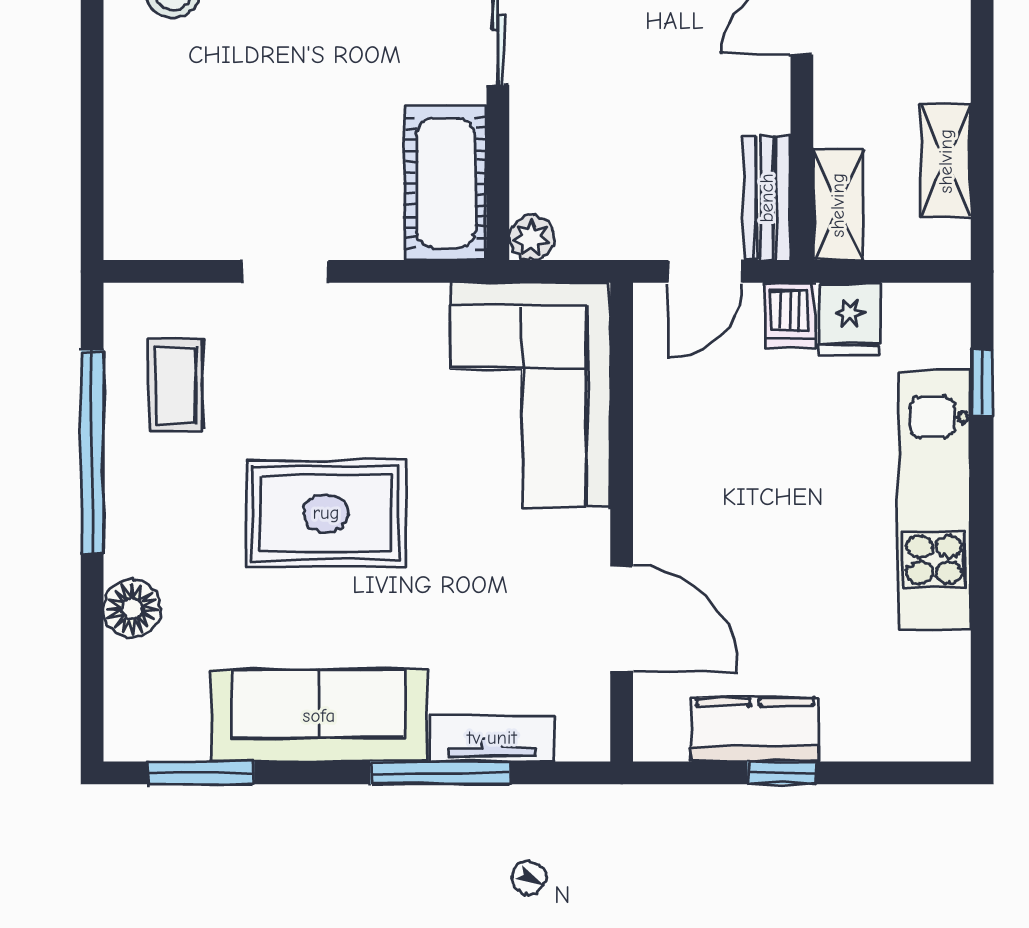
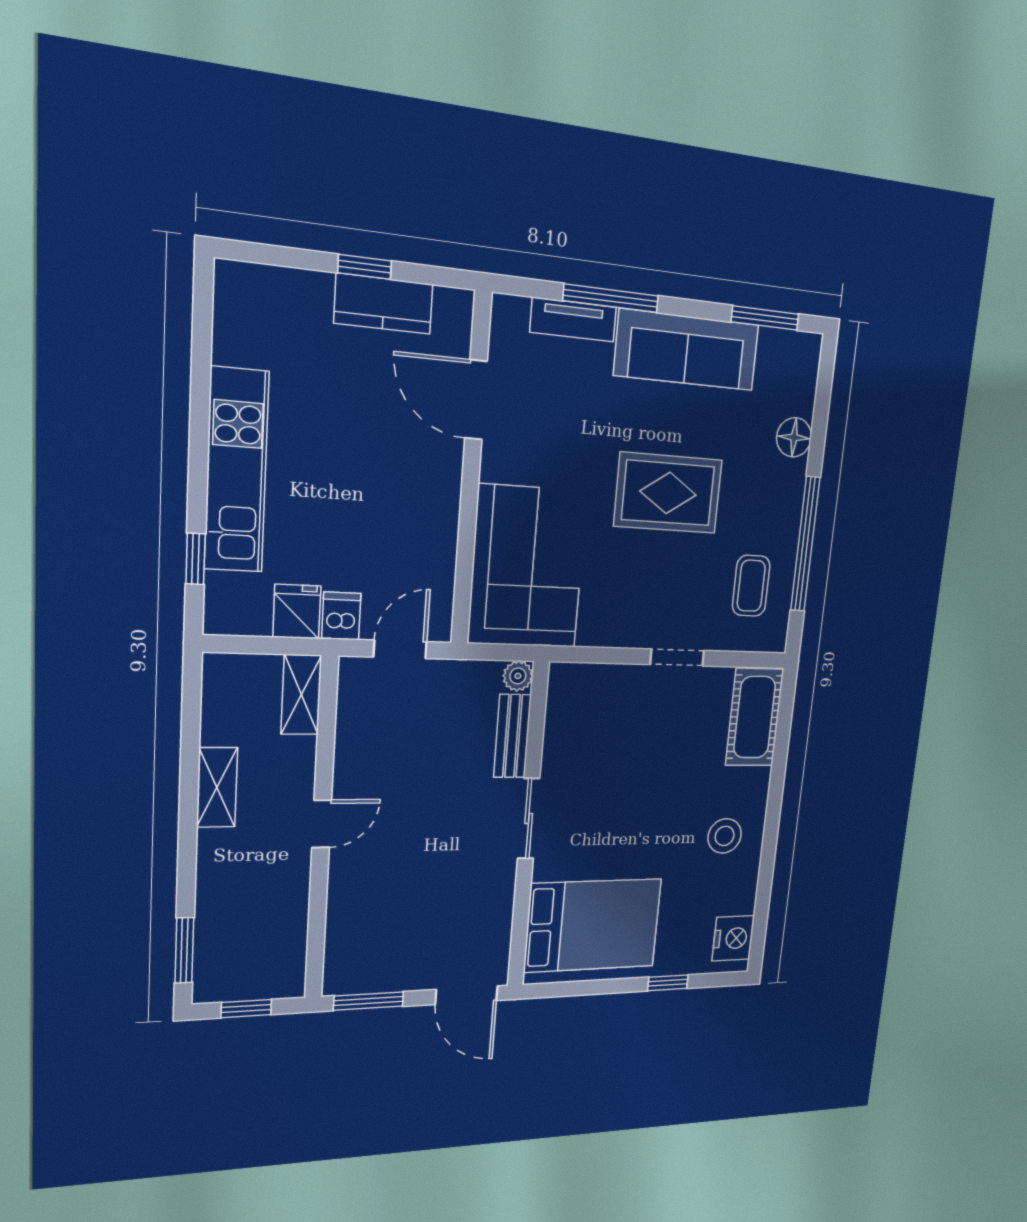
shelving: (946, 161) -> (217, 787), moved
cot: (446, 183) -> (755, 717), moved
bench: (767, 198) -> (512, 736), moved

